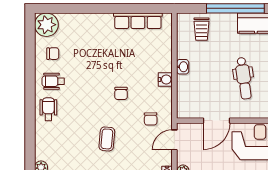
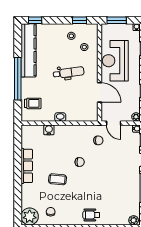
row of seats: (138, 21) -> (27, 166), moved
water cooler: (165, 80) -> (49, 130), moved
wheelchair: (53, 81) -> (71, 211), removed
coffee table: (107, 139) -> (58, 179), moved

